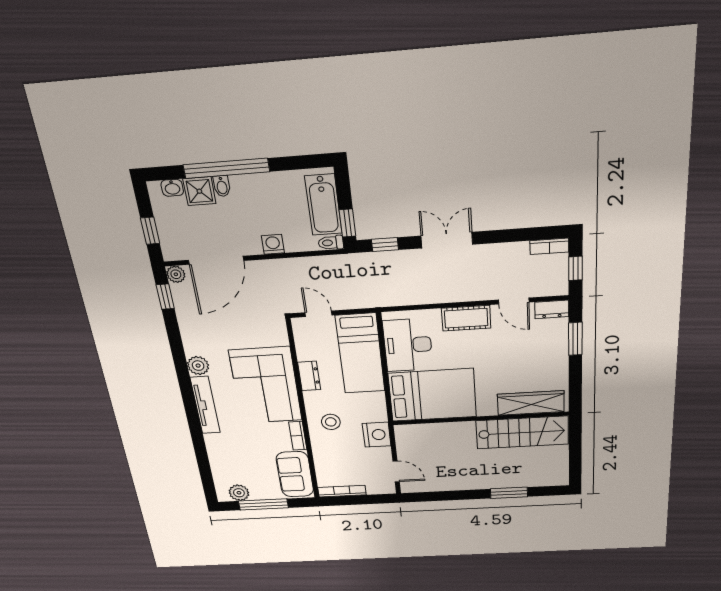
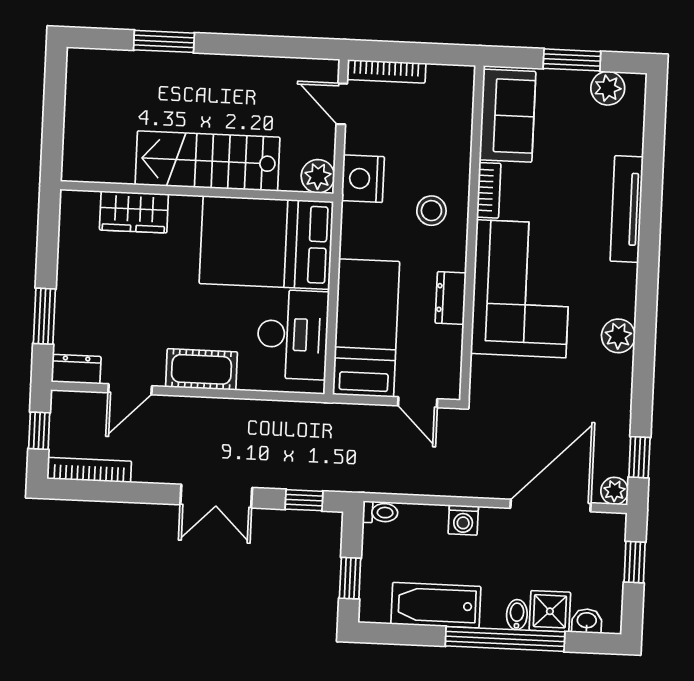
bathtub: (323, 205) -> (436, 605), moved, turned -90
window: (347, 223) -> (350, 578), moved
bookcase: (549, 246) -> (89, 470), width x1.56
door: (514, 301) -> (130, 389), swing flipped
wardrobe: (531, 403) -> (134, 212), width x0.67
tv unit: (205, 405) -> (627, 209), moved
stairs: (522, 432) -> (208, 161), moved
plant: (405, 433) -> (318, 176), added
bookcase: (342, 491) -> (386, 71), moved
window: (263, 504) -> (572, 60), width x0.69

